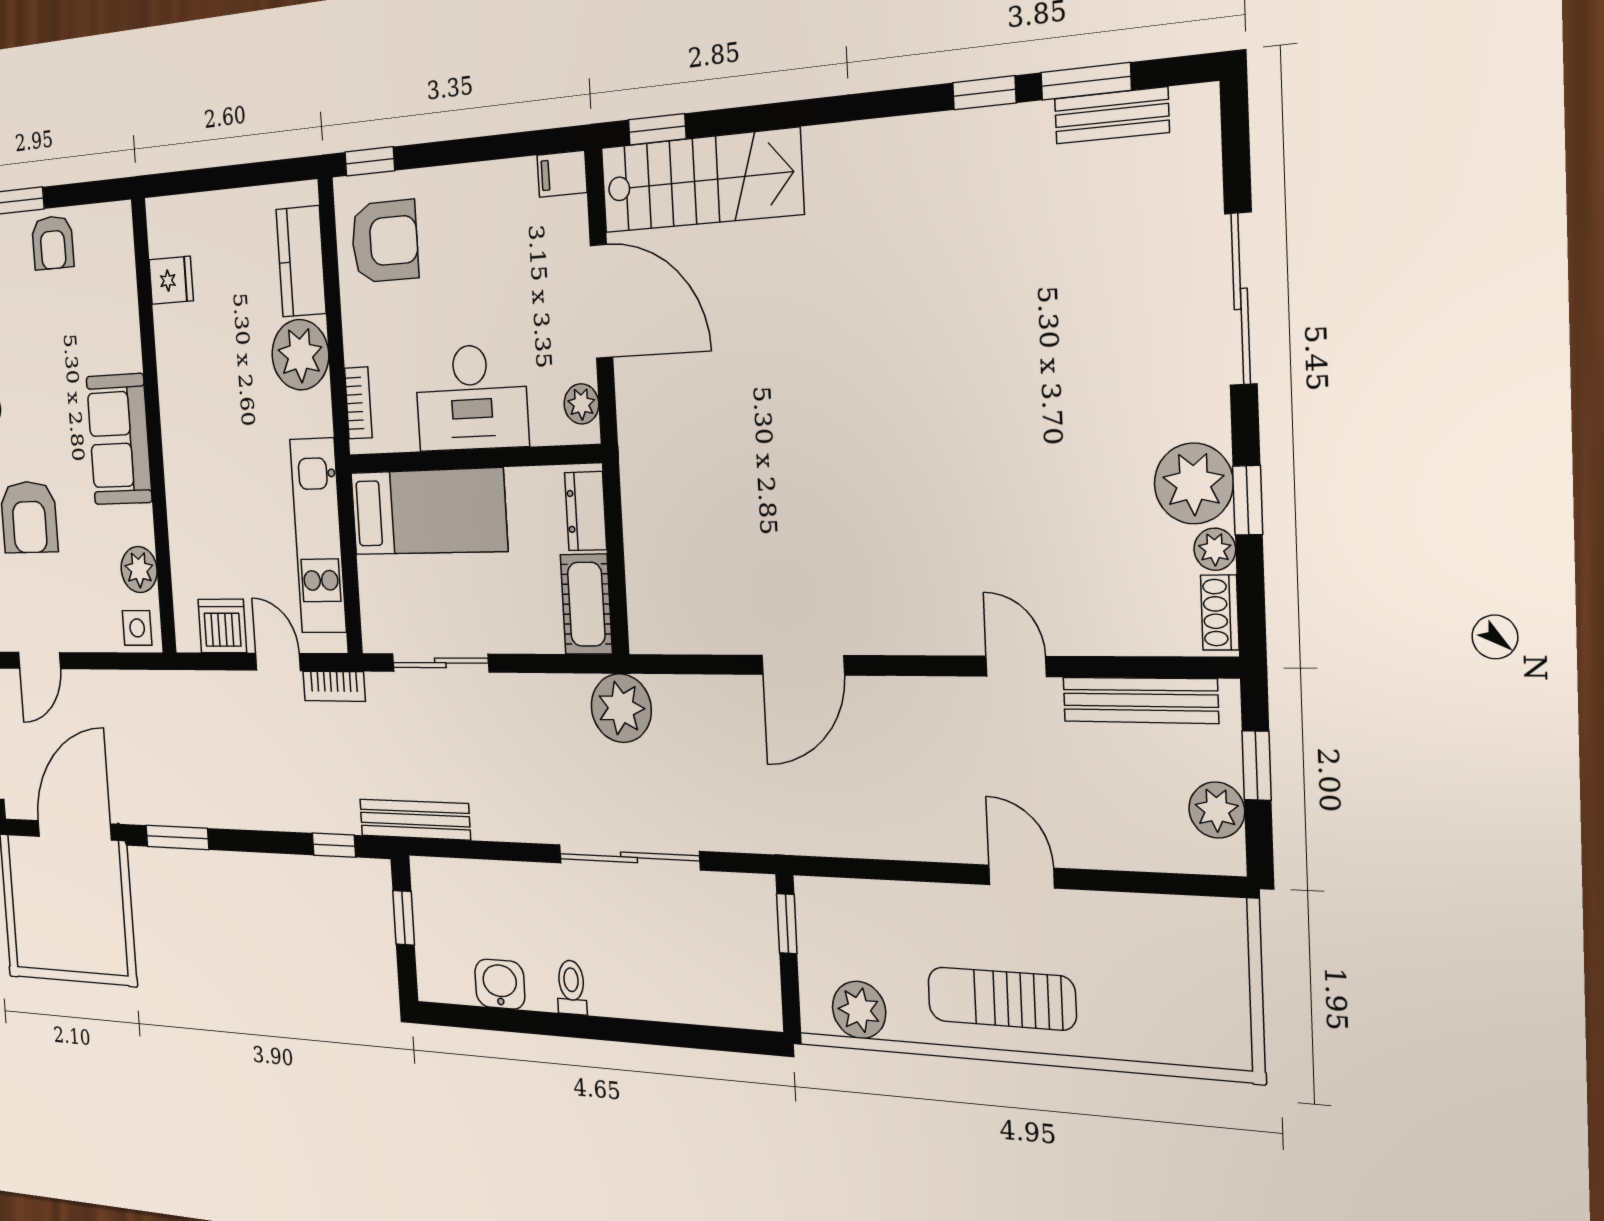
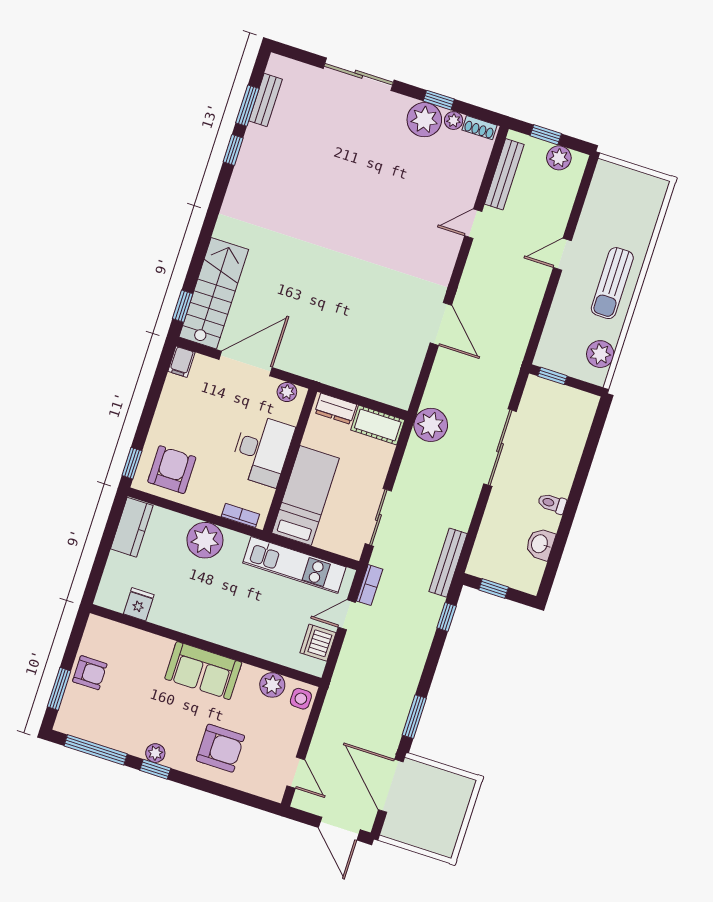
kitchen counter: (301, 261) -> (132, 527), moved, turned -90

